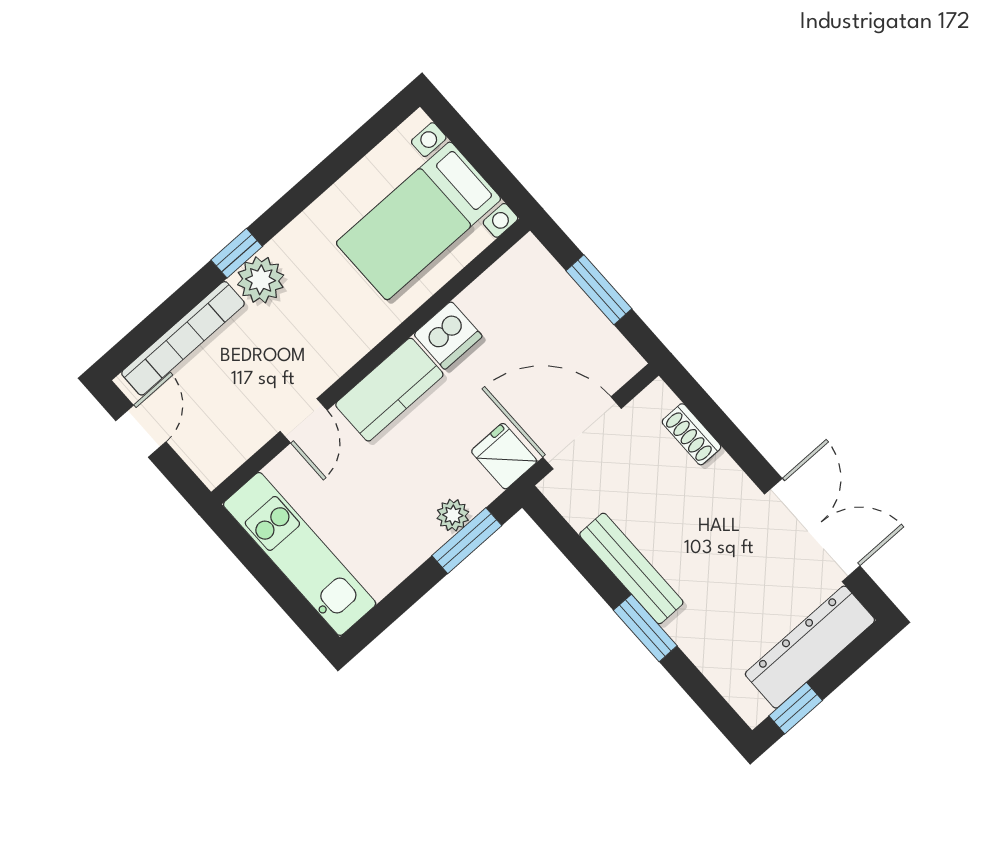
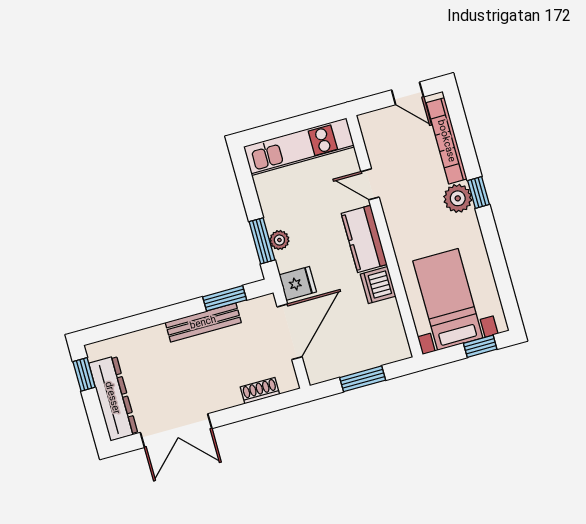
window: (465, 138) -> (480, 346), added
window: (645, 628) -> (225, 298), moved

